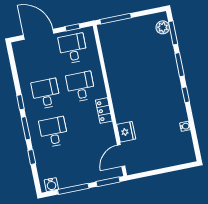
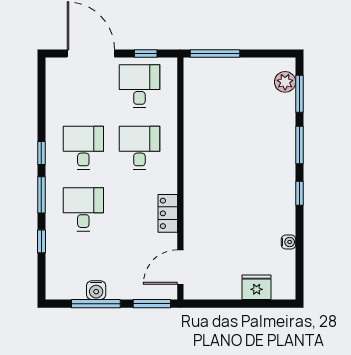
locker: (104, 111) -> (168, 213), moved
fridge: (126, 132) -> (257, 287), moved, turned -90
water cooler: (51, 185) -> (96, 290), moved

